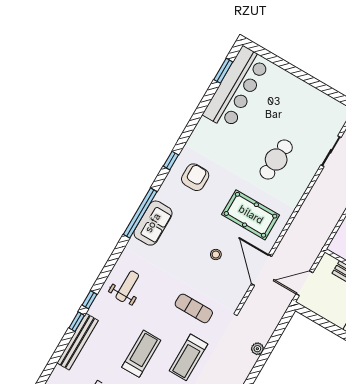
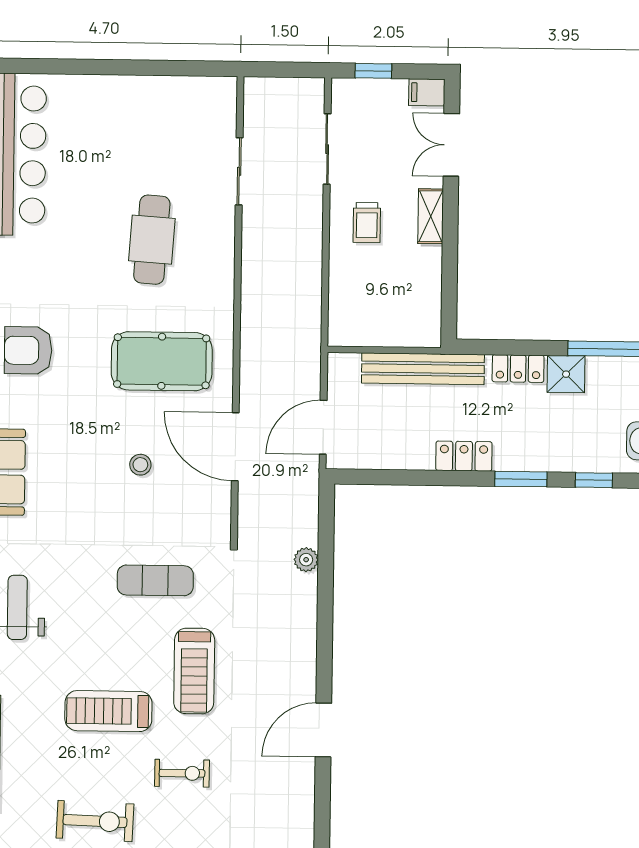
armchair: (195, 177) -> (28, 350), turned -90
plant: (257, 349) -> (306, 560), moved
treadmill: (141, 354) -> (108, 711), turned -90

